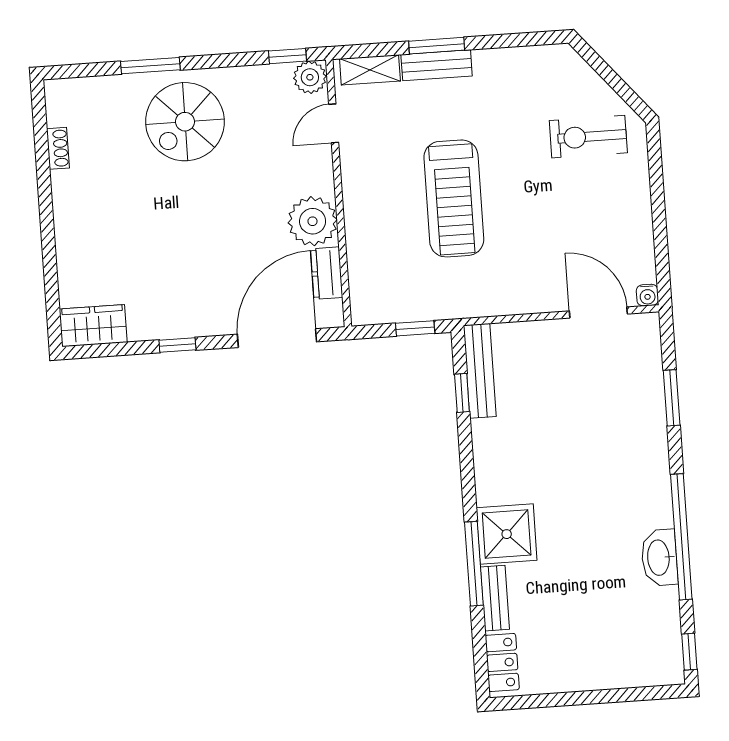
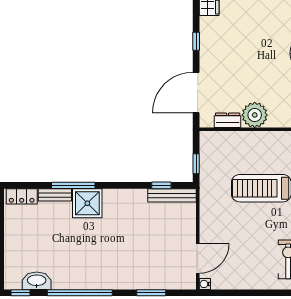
door: (277, 338) -> (196, 93), swing flipped
washbasin: (659, 558) -> (37, 281), moved

